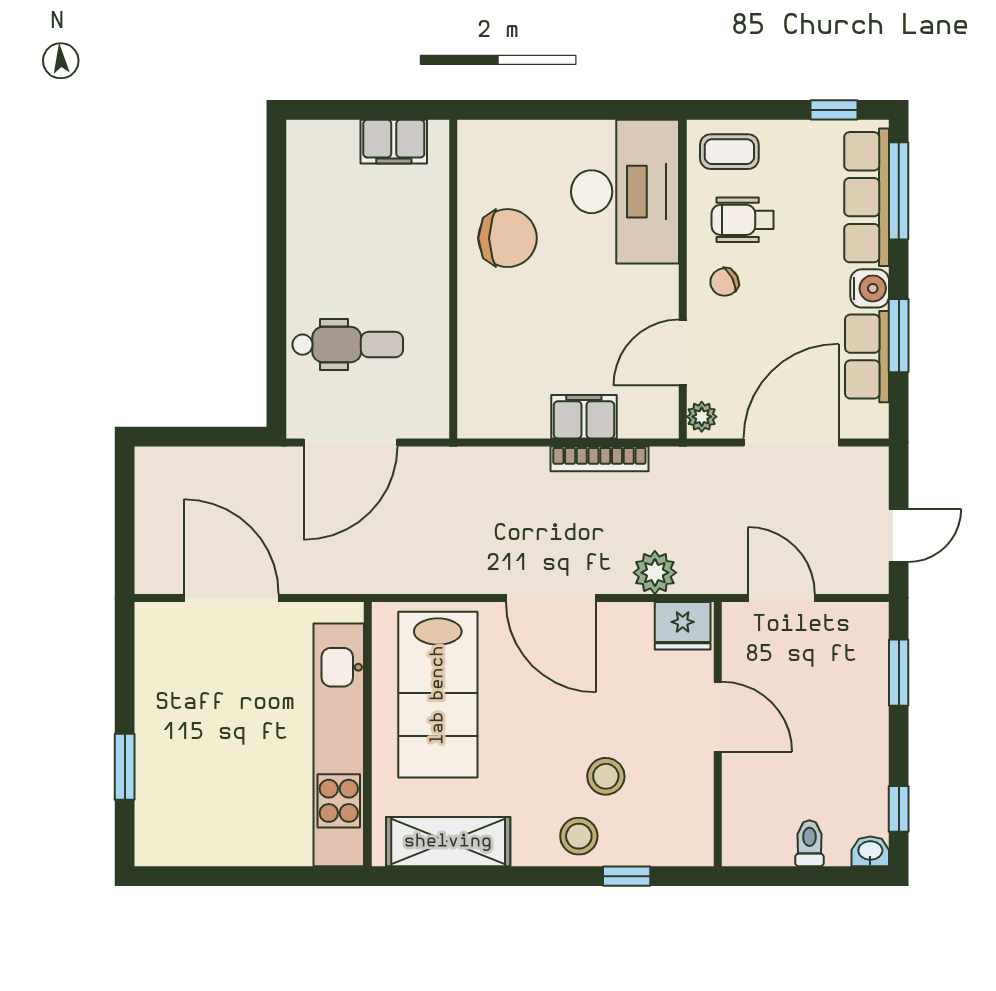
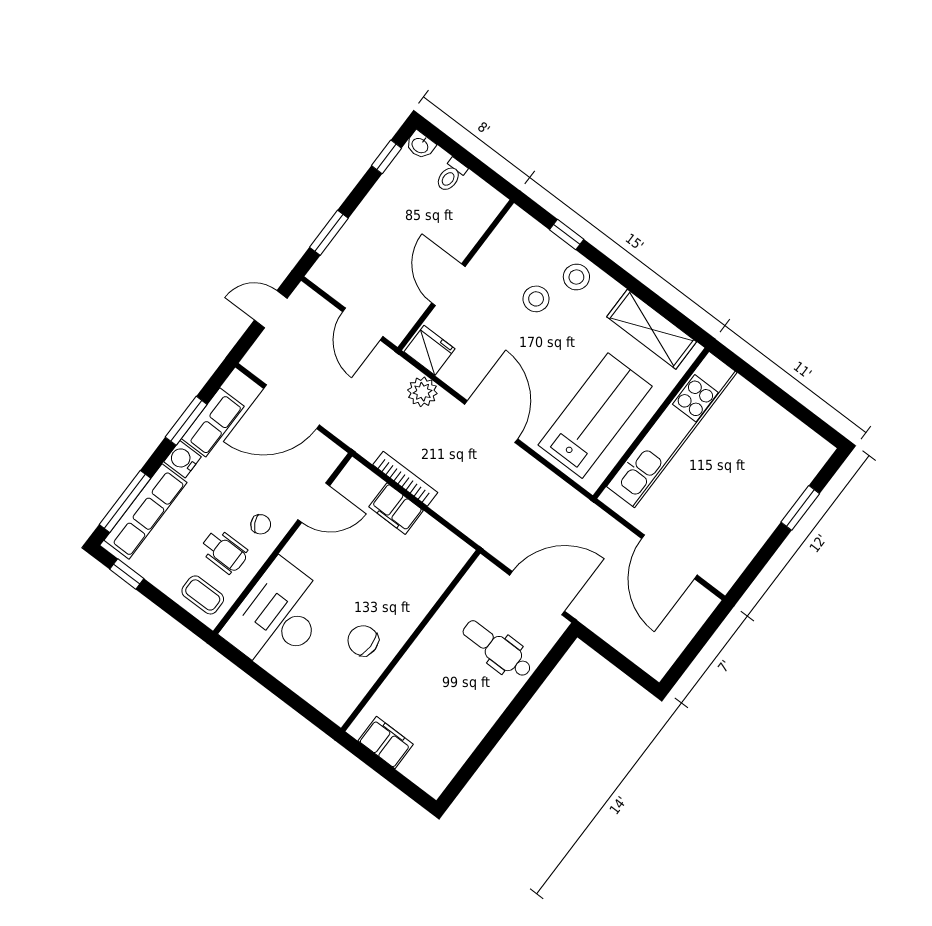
chair: (508, 238) -> (363, 641), width x0.73, depth x0.73
plant: (702, 417) -> (330, 459), removed

